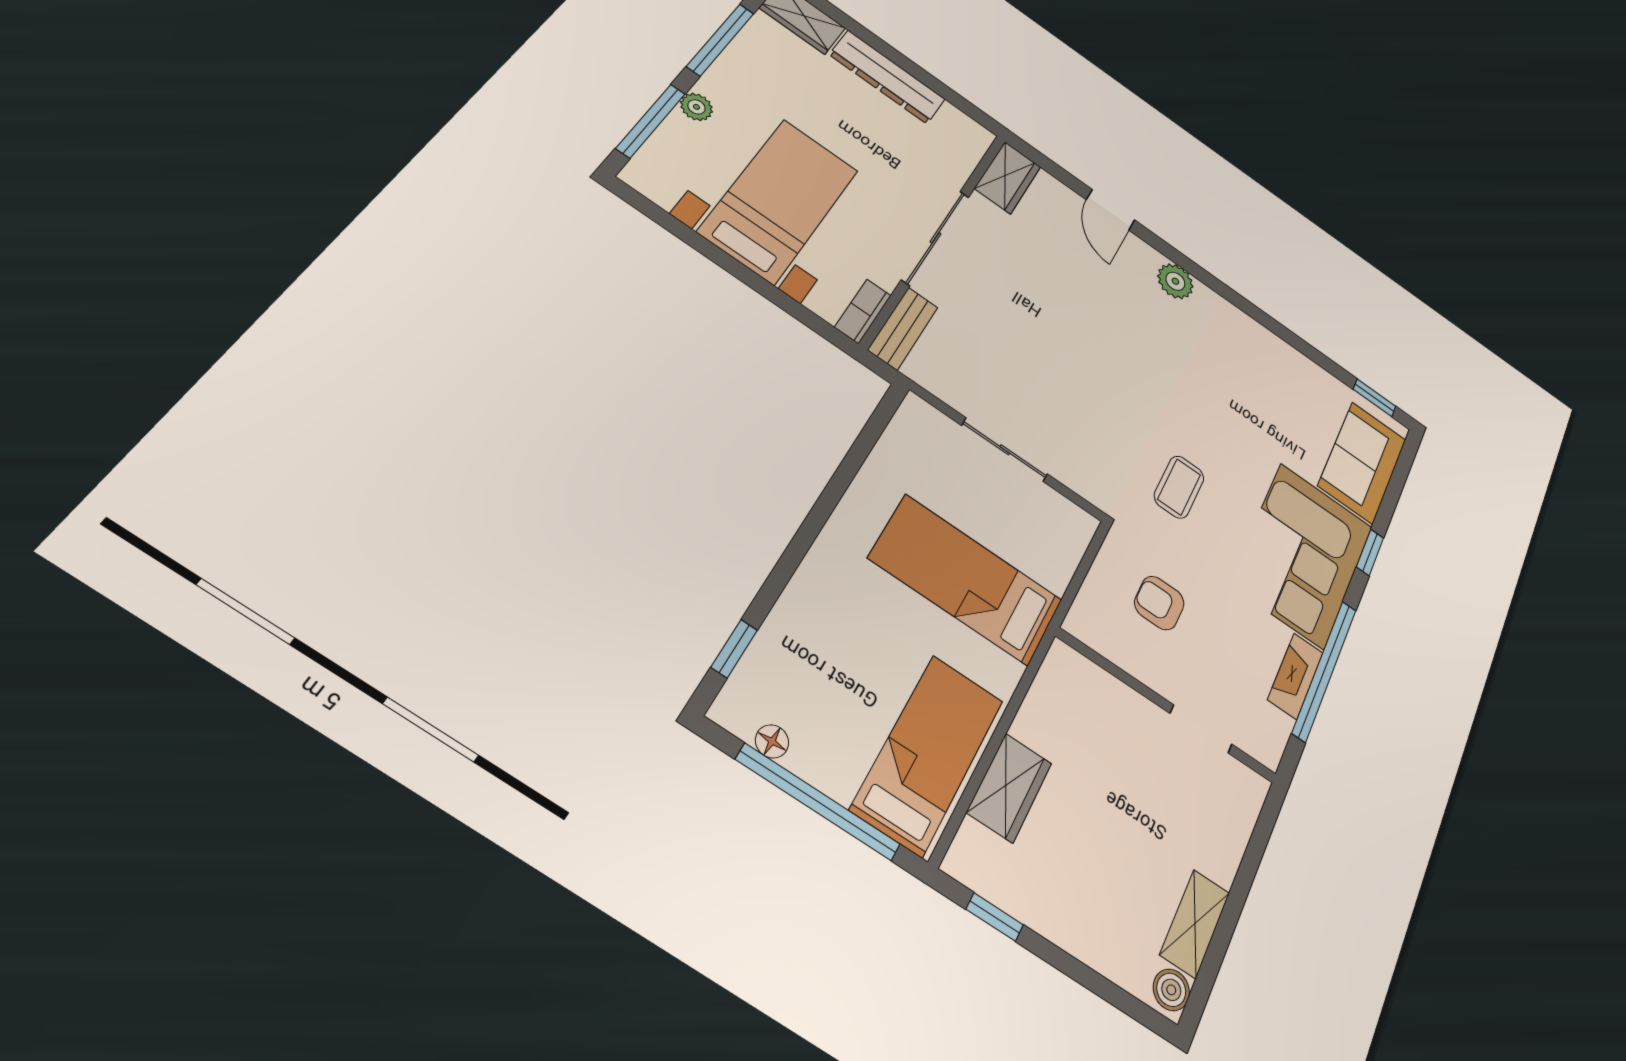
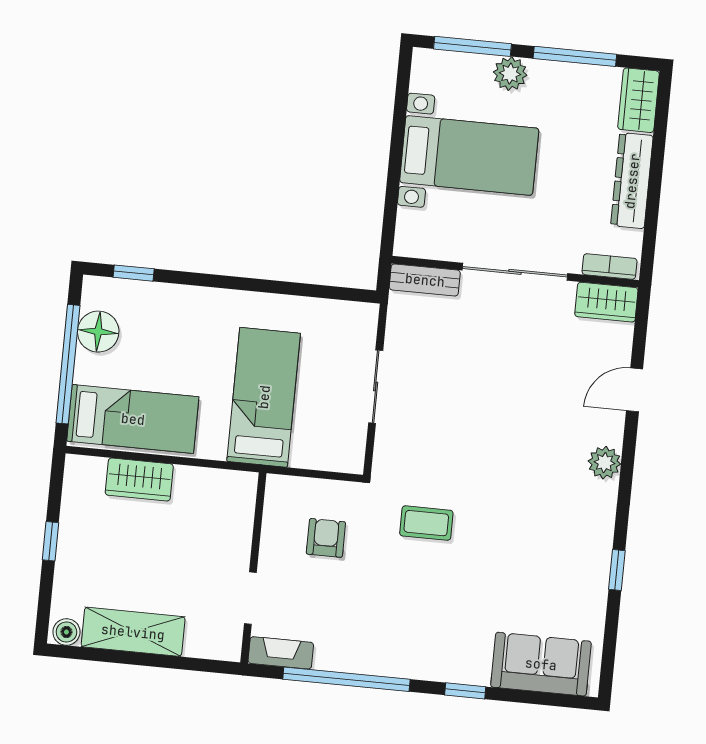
plant: (696, 107) -> (510, 74), width x1.38, depth x1.38
bookcase: (863, 311) -> (610, 266), moved
window: (1374, 398) -> (617, 570), moved
corner sofa: (1302, 555) -> (429, 636), removed
fireplace: (1295, 676) -> (281, 653), moved
floor lamp: (772, 741) -> (98, 332), width x1.89, depth x1.89
window: (995, 917) -> (51, 541), moved
shelving: (1195, 924) -> (133, 632), width x1.50, depth x1.33

